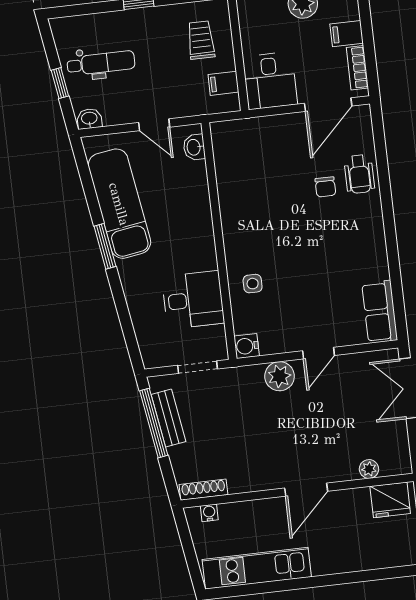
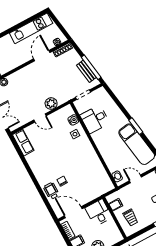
door: (328, 105) -> (73, 212), hinge flipped
water cooler: (247, 346) -> (73, 120), moved
door: (318, 353) -> (40, 118), swing flipped
door: (306, 490) -> (42, 56), moved

